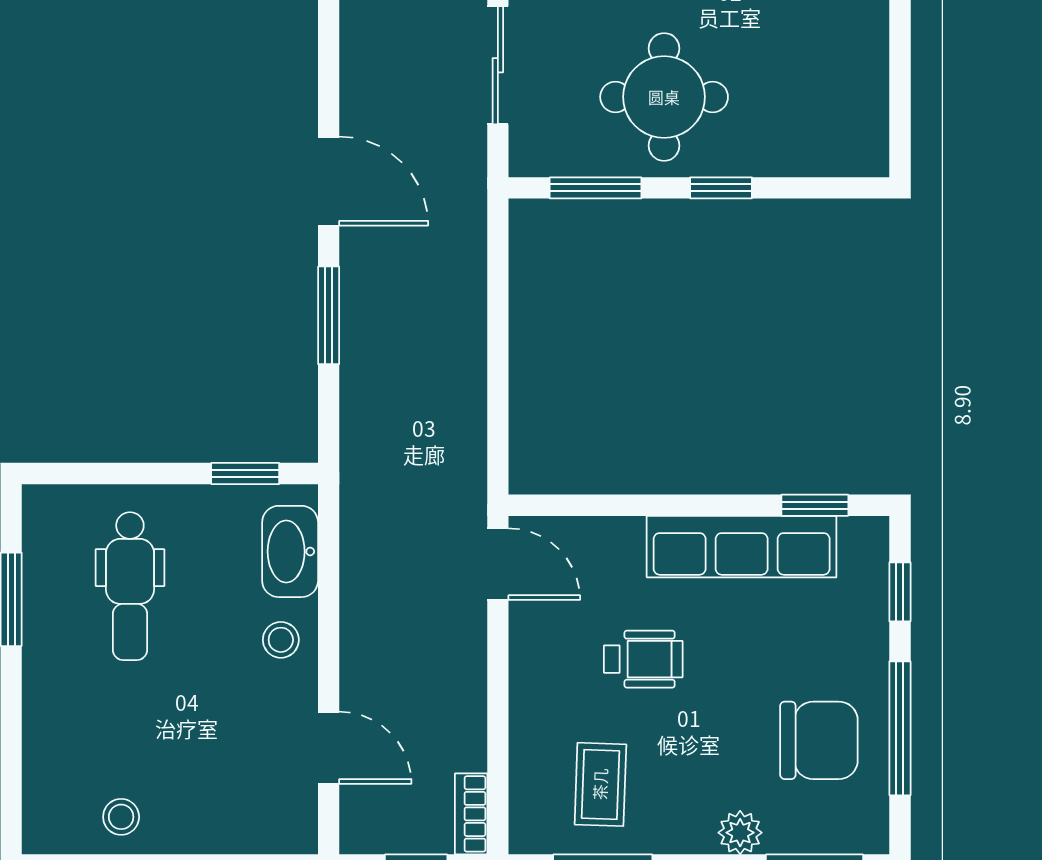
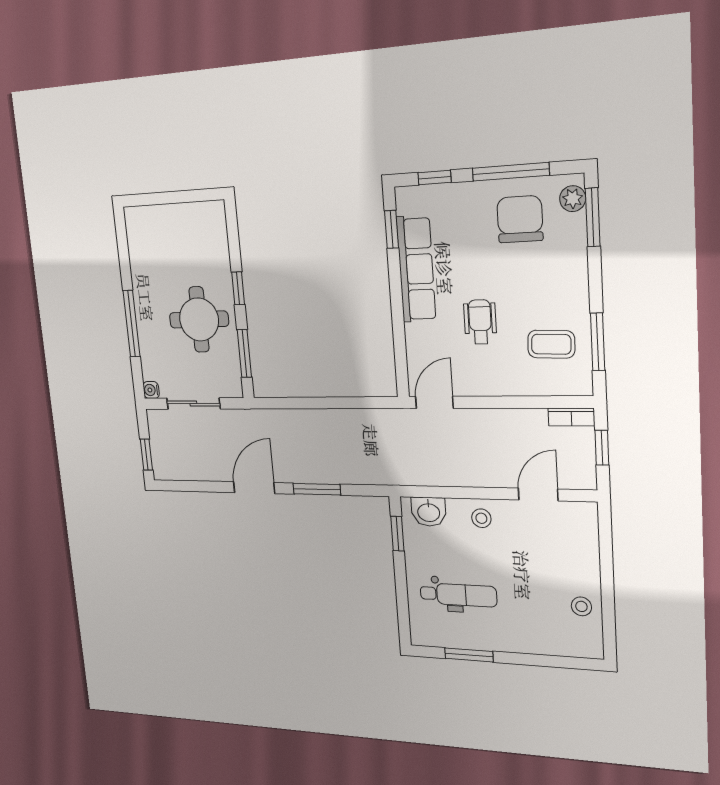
washbasin: (290, 551) -> (429, 512), width x0.72
plant: (740, 833) -> (573, 199), moved

